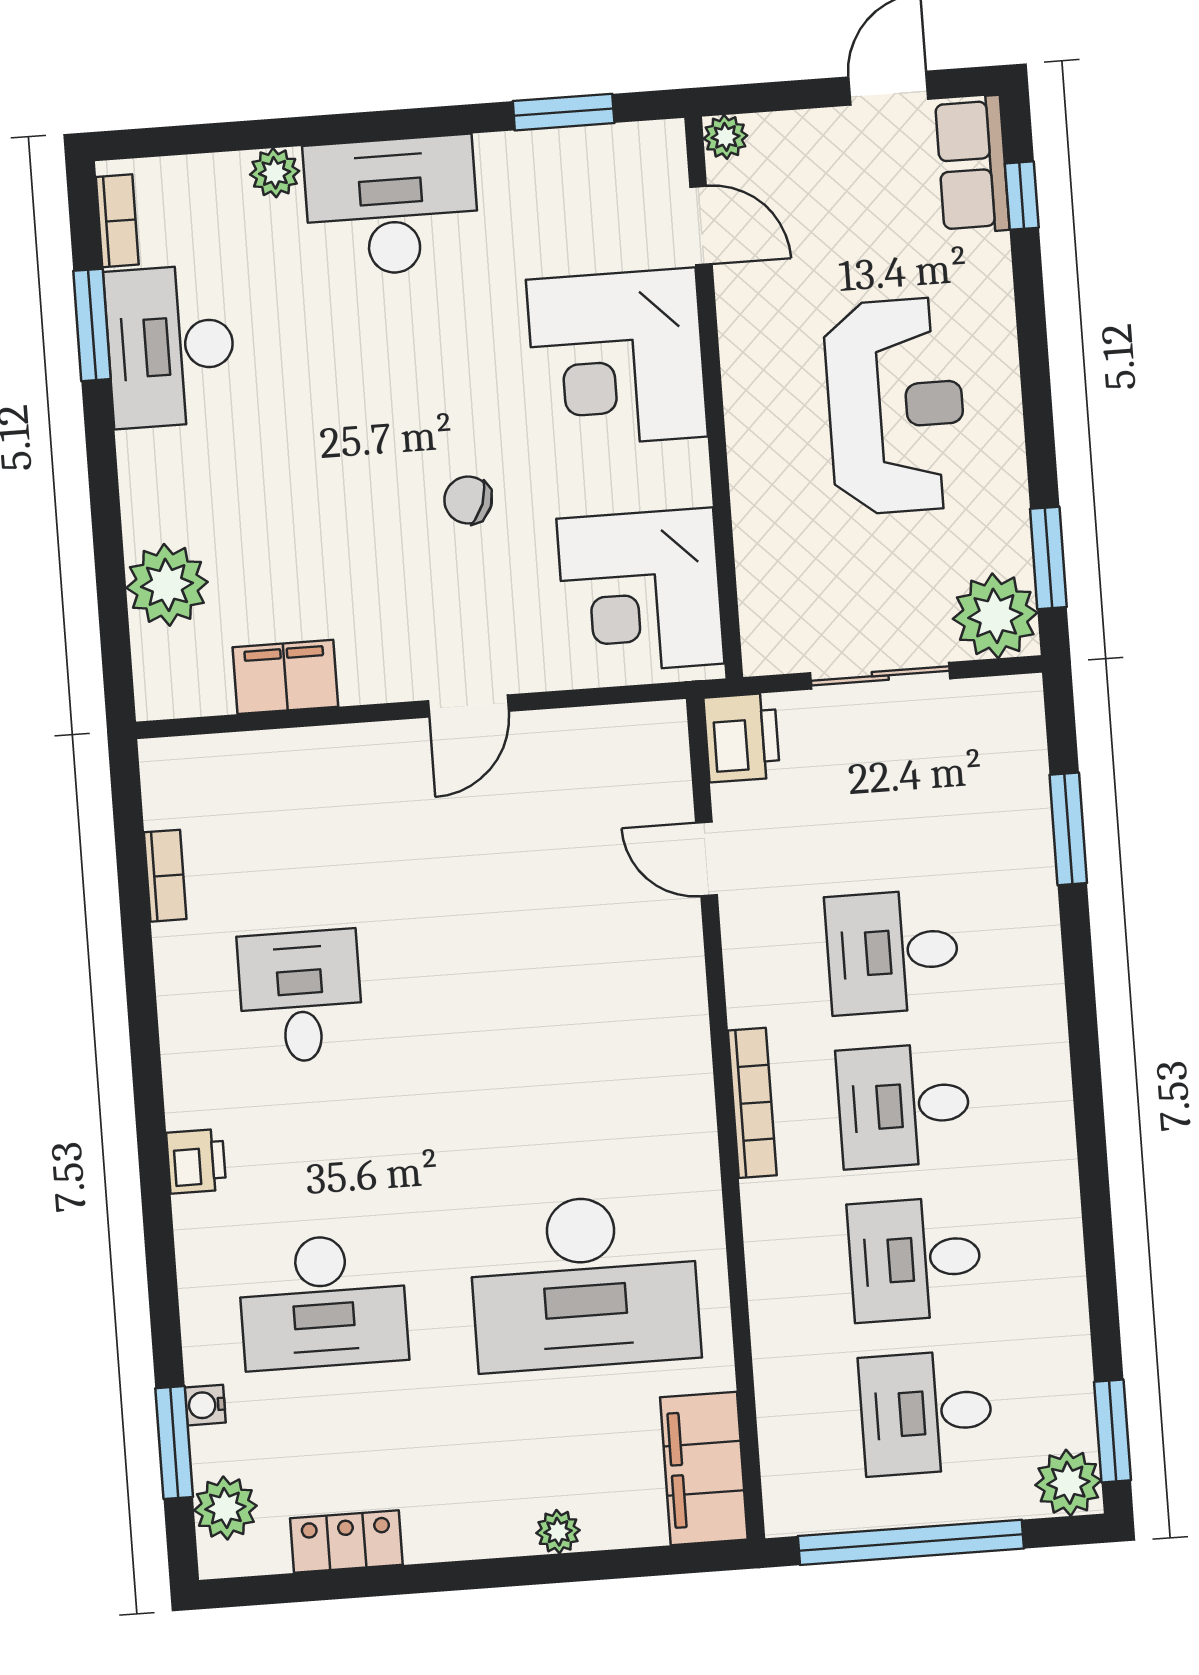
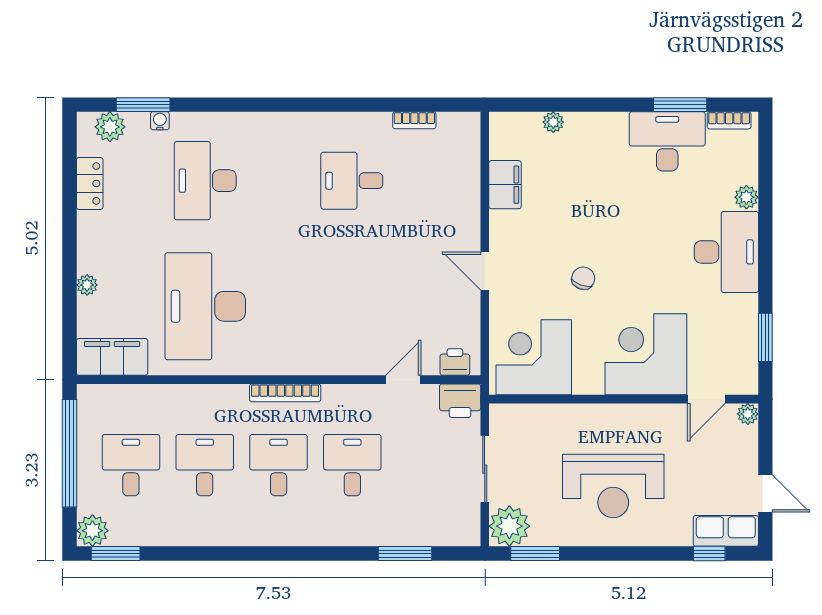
plant: (167, 585) -> (553, 122), width x0.53, depth x0.53
desk: (301, 996) -> (352, 181), turned 180
printer: (196, 1161) -> (455, 362), moved, turned 180

